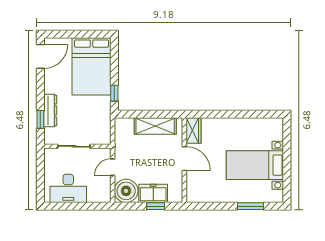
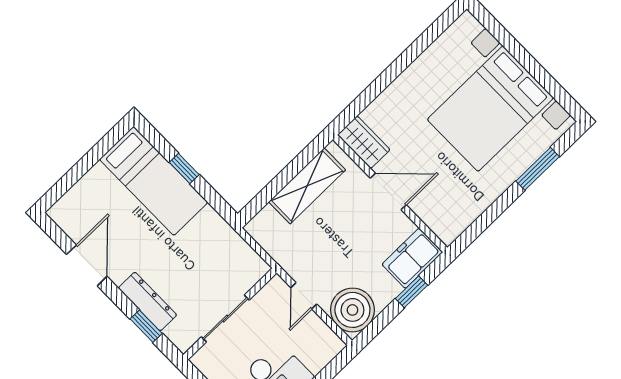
door: (40, 56) -> (87, 265), moved
bed: (92, 66) -> (154, 181), width x0.67
window: (114, 93) -> (184, 168), moved
bed with nightstands: (255, 165) -> (490, 109), width x1.36
freezer: (153, 193) -> (412, 258), moved

